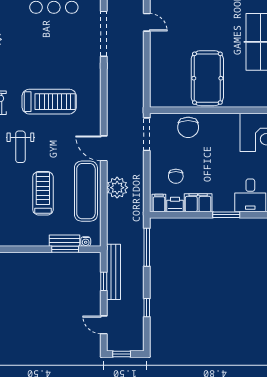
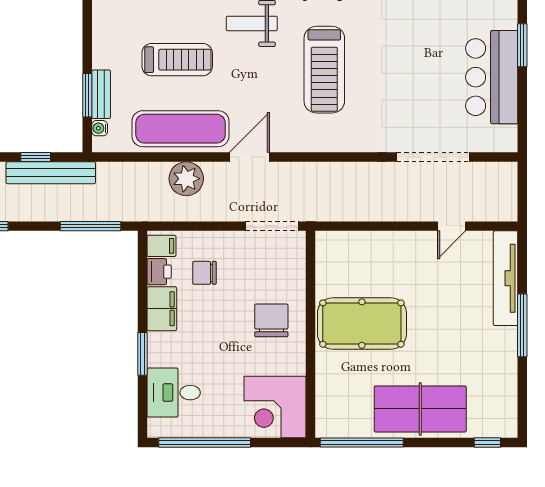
chair: (188, 127) -> (271, 320), moved, turned 90

